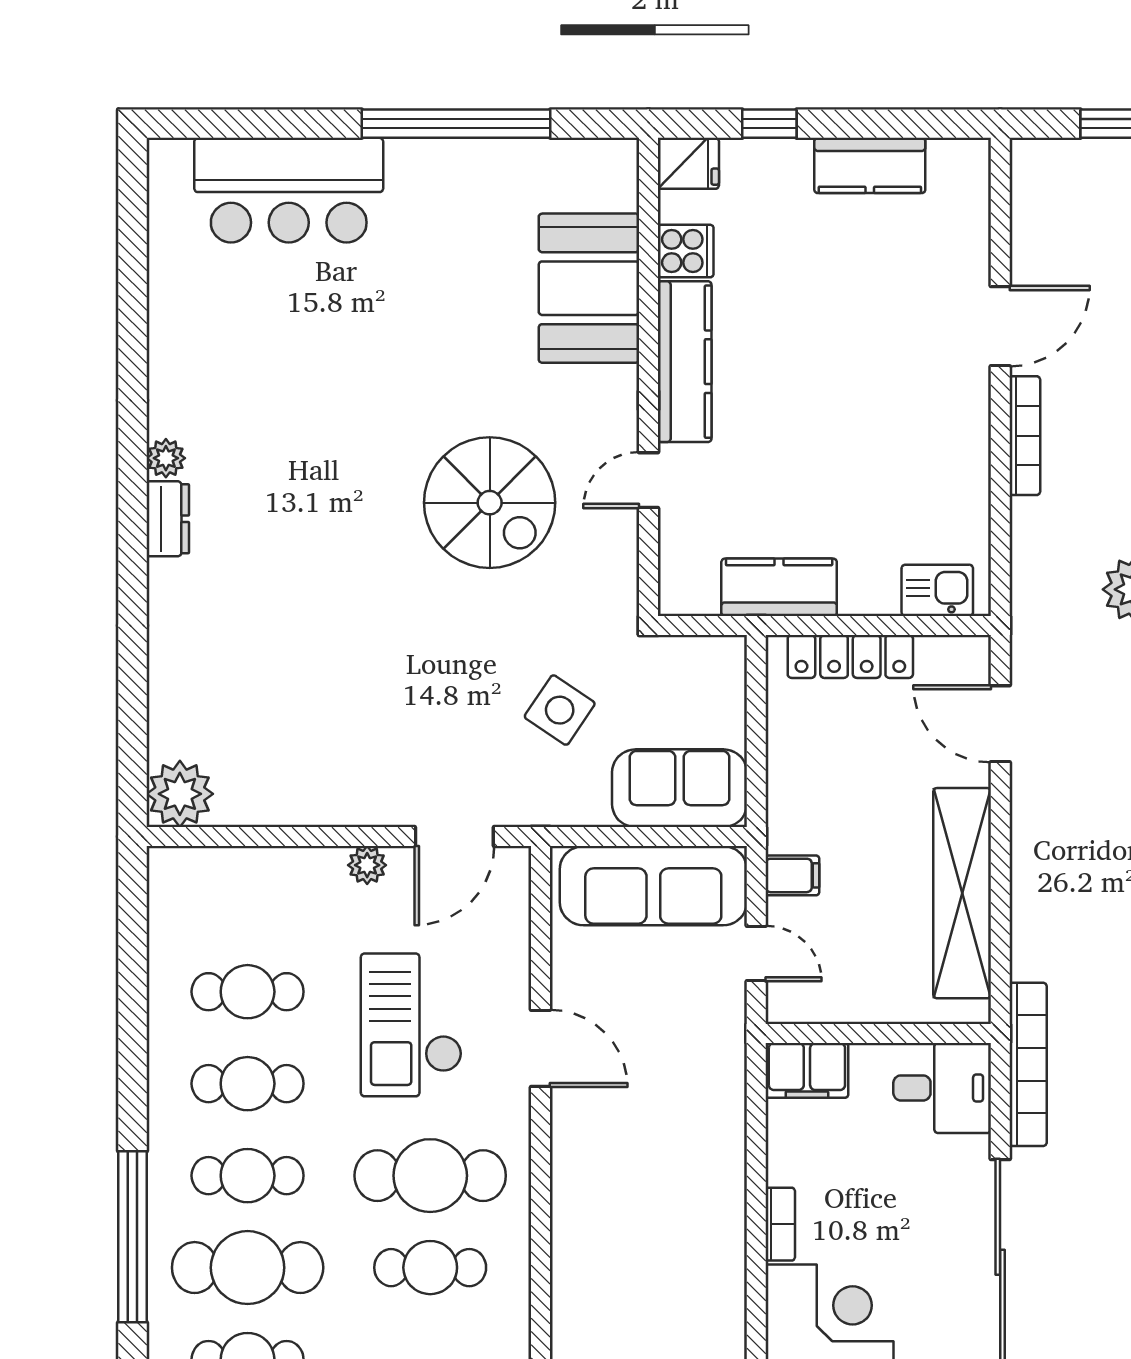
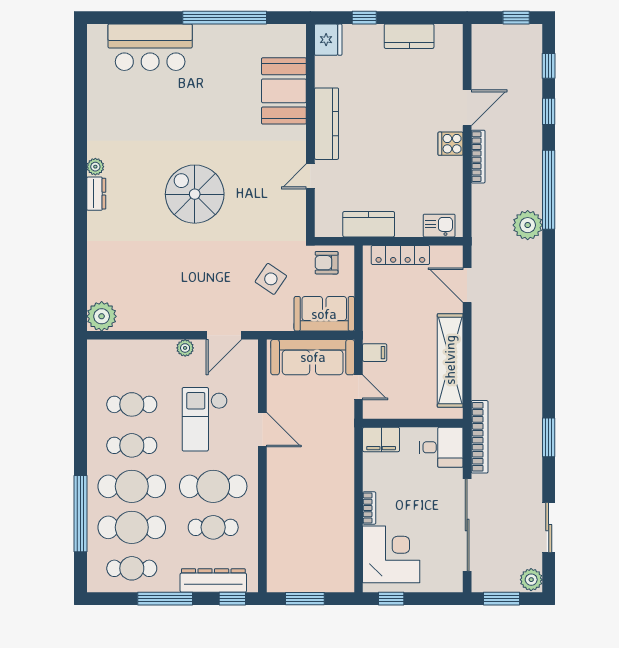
fridge: (688, 163) -> (328, 40), width x1.38
cooker: (686, 251) -> (451, 144), moved, turned 180
spiral stairs: (490, 503) -> (195, 194), moved, turned 180
armchair: (685, 674) -> (327, 263), added
cafe table: (248, 1176) -> (132, 486), width x1.37, depth x1.35

